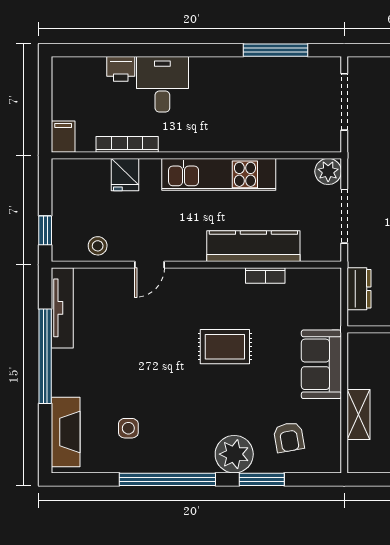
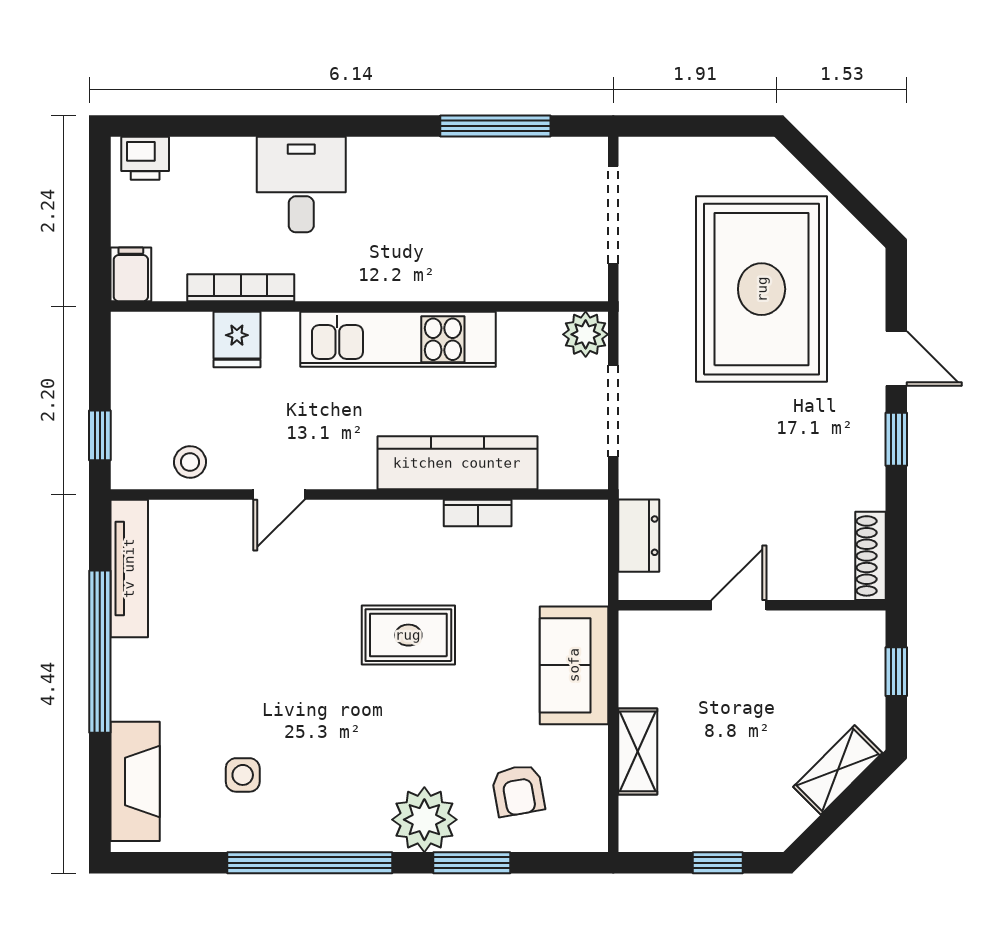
printer: (121, 69) -> (145, 158), moved

